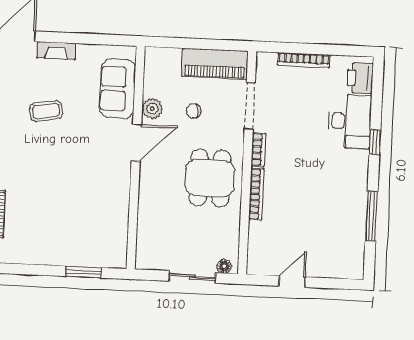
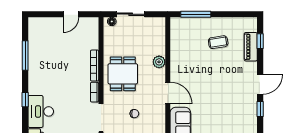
plant: (152, 109) -> (159, 62), moved
coffee table: (46, 111) -> (218, 42), moved
door: (136, 143) -> (168, 93), swing flipped
window: (83, 272) -> (196, 14), width x1.44

